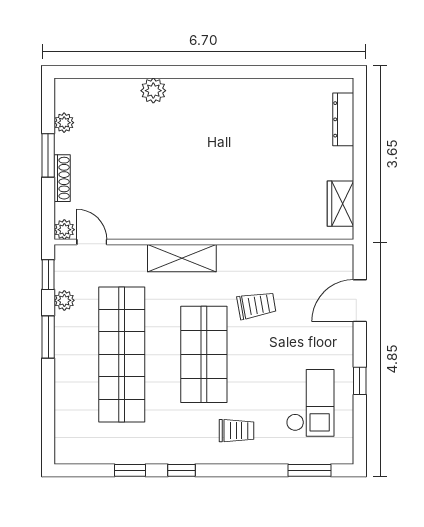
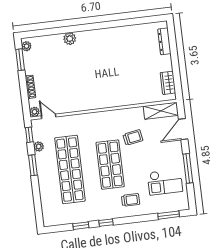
plant: (64, 123) -> (26, 46), moved
window: (48, 155) -> (20, 60), moved
shelving: (182, 258) -> (161, 111), moved
window: (360, 381) -> (188, 168), width x2.17
checkout: (310, 403) -> (165, 182), turned 90

